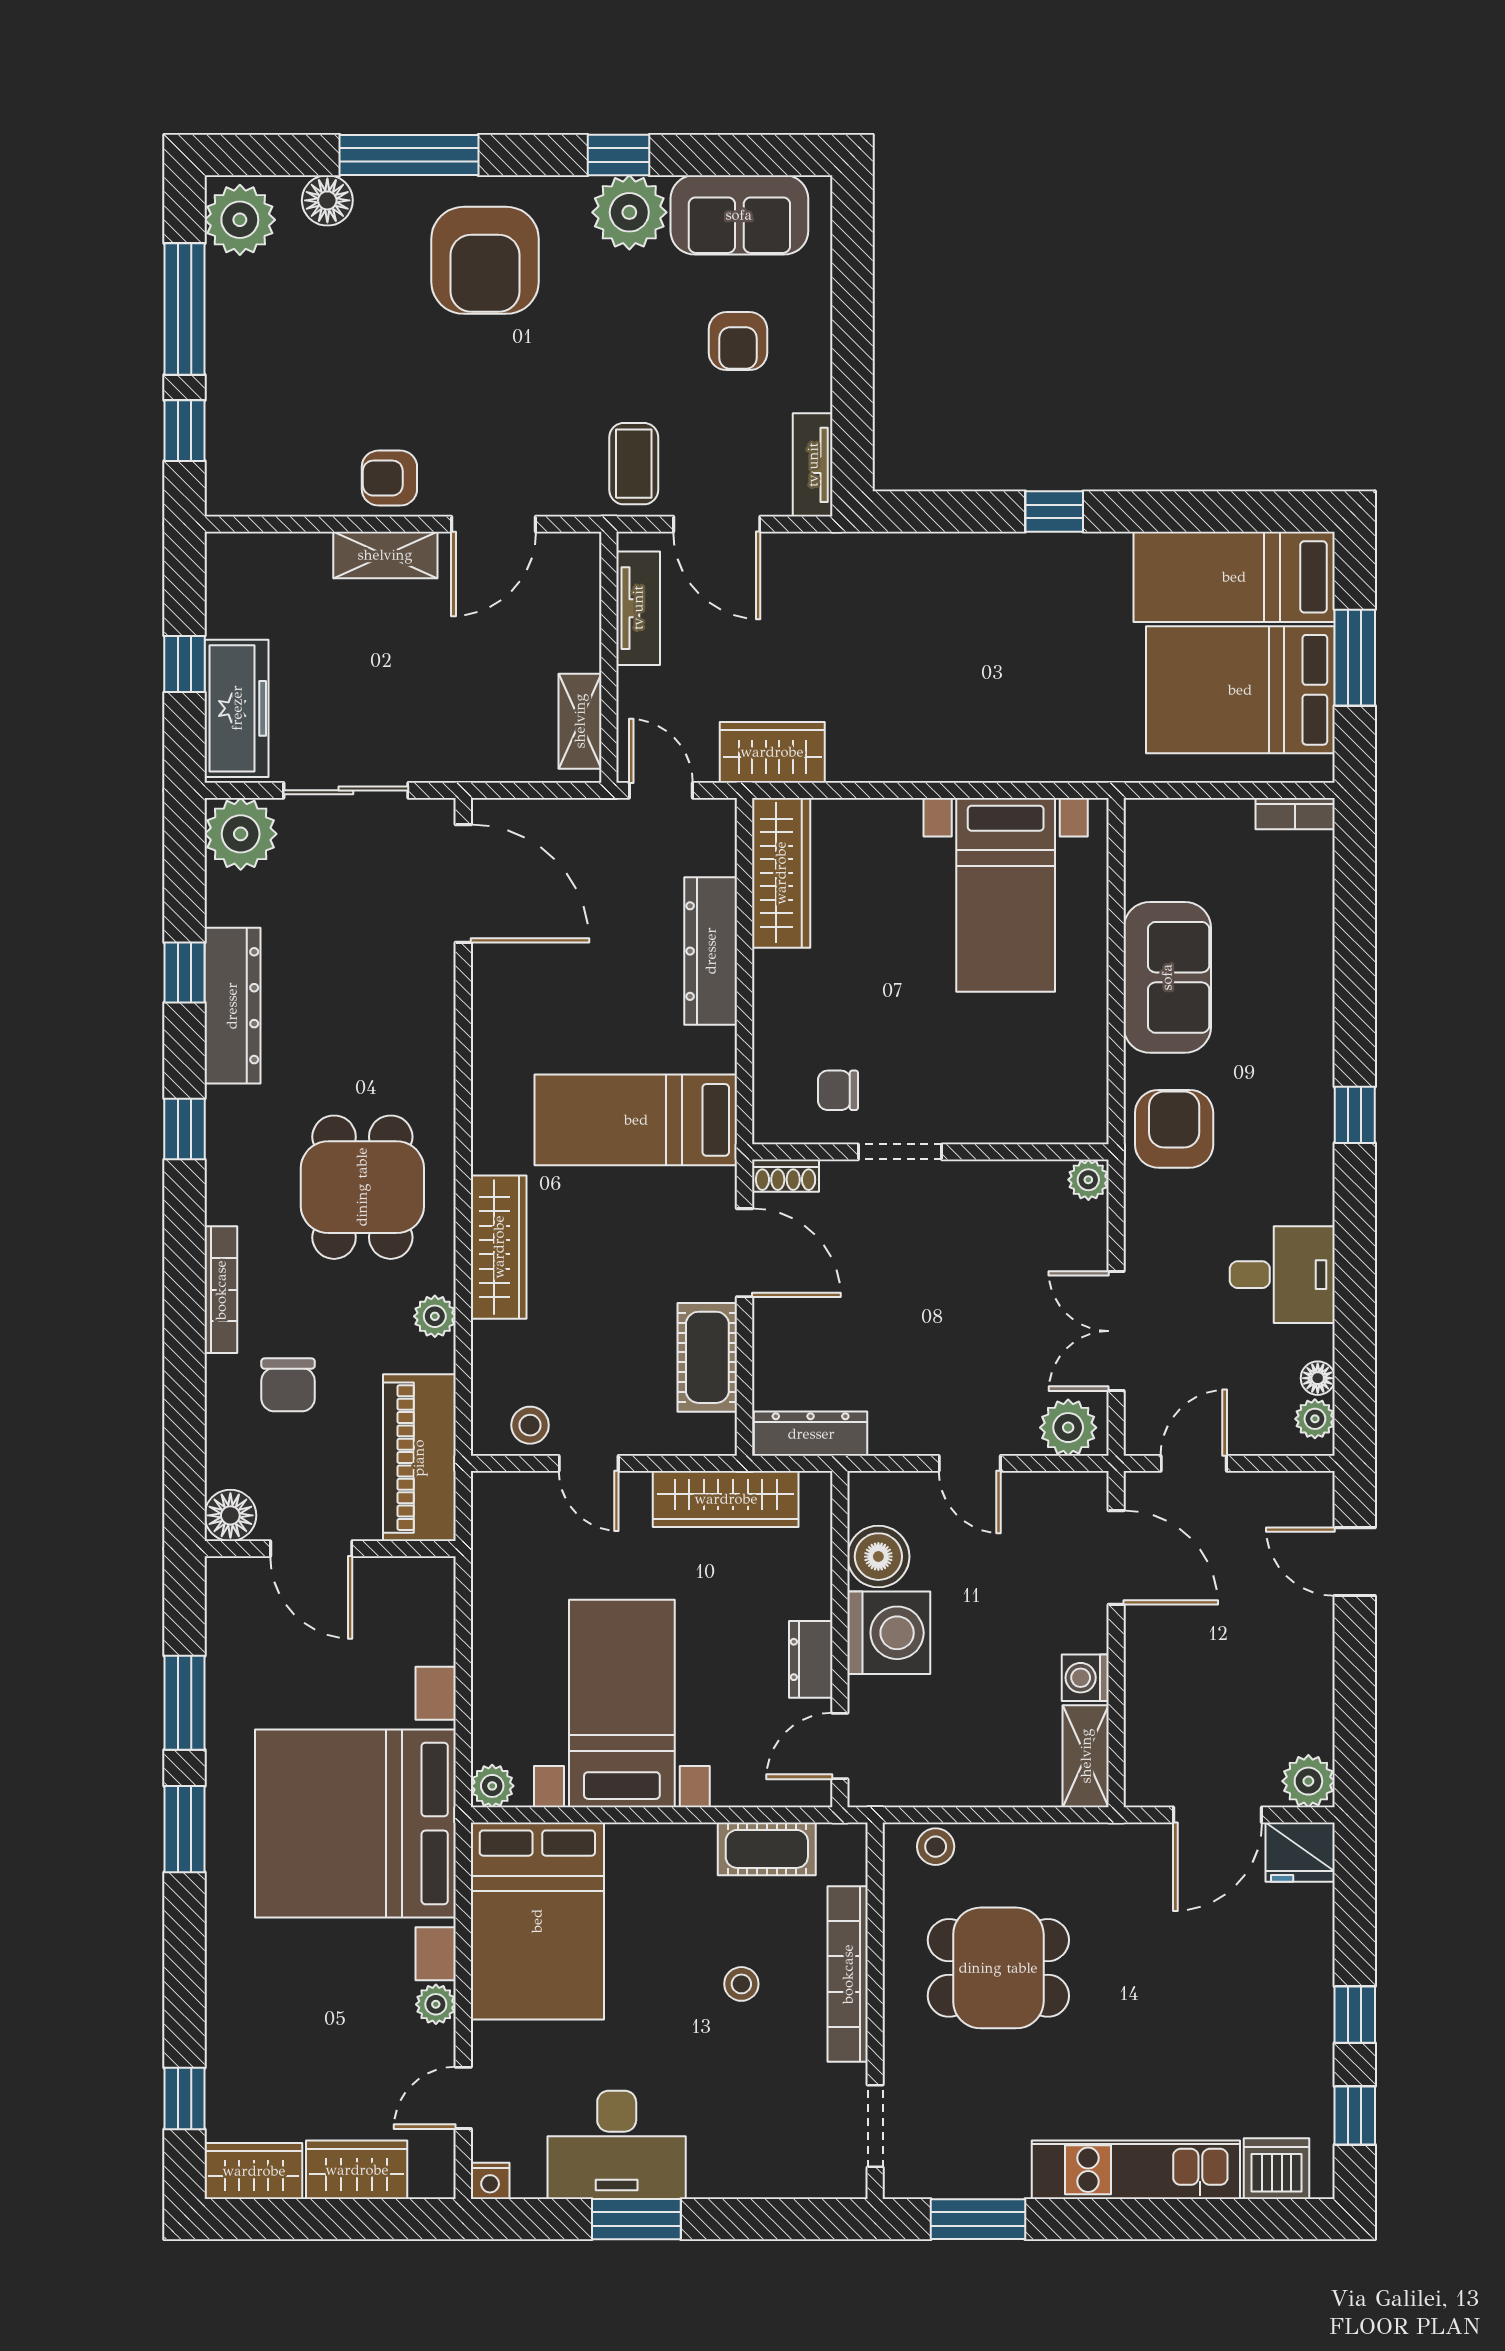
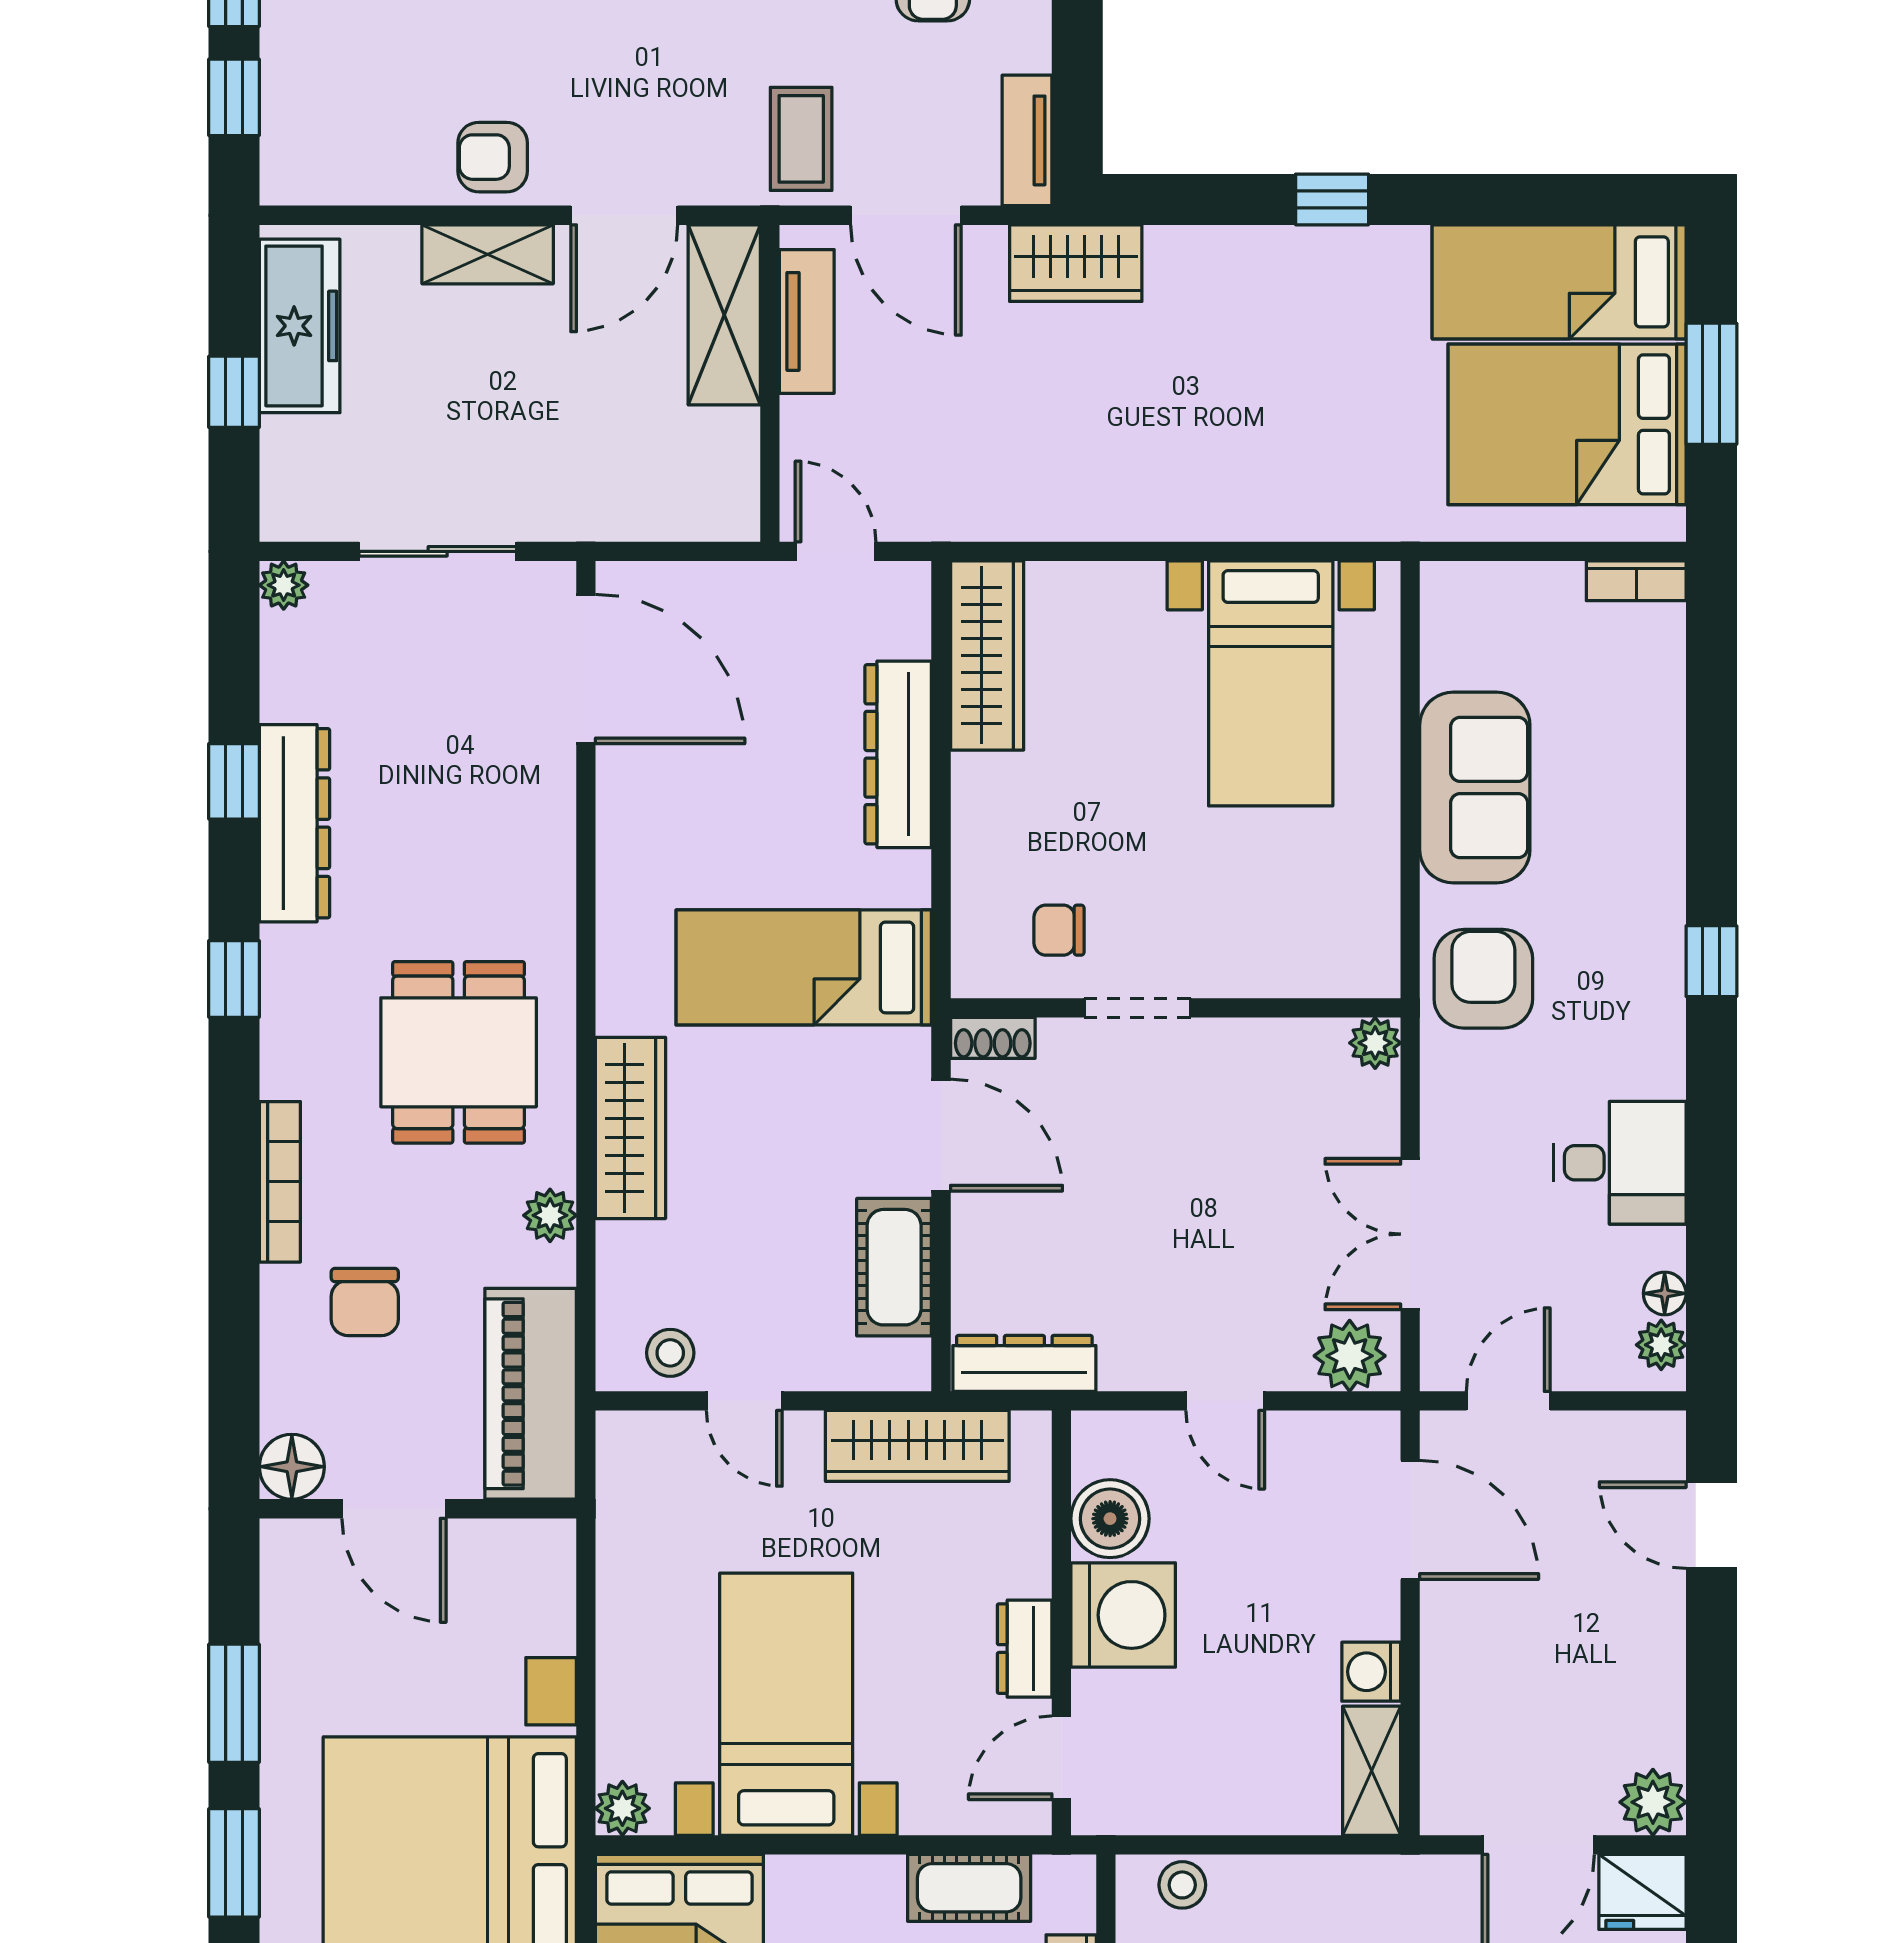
freezer: (237, 708) -> (300, 326), moved
shelving: (580, 721) -> (724, 315), moved, width x1.50, depth x1.33
wardrobe: (772, 752) -> (1076, 263), moved, turned 180
plant: (241, 834) -> (284, 585), width x0.53, depth x0.53

